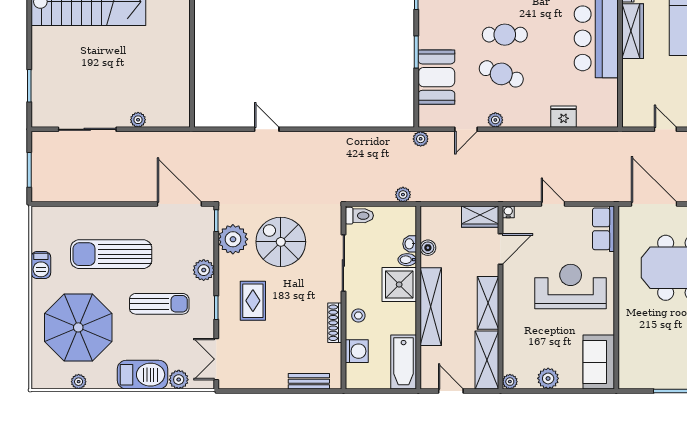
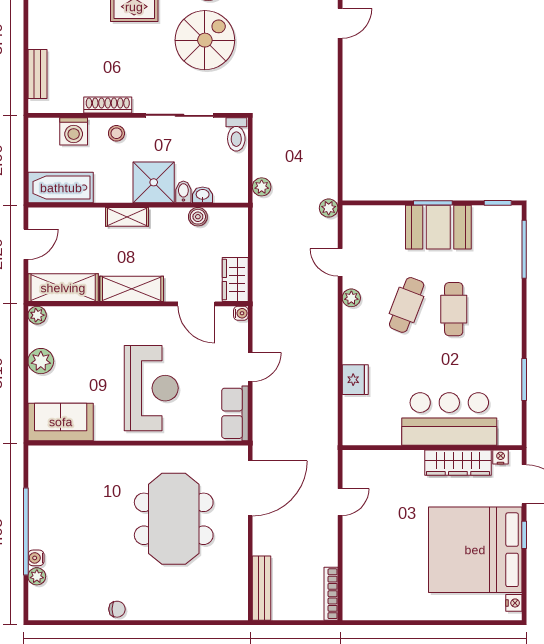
booth: (436, 77) -> (438, 227), moved
row of seats: (603, 229) -> (235, 413), moved, turned -90
shelving: (431, 307) -> (127, 217), width x0.45, depth x0.75

